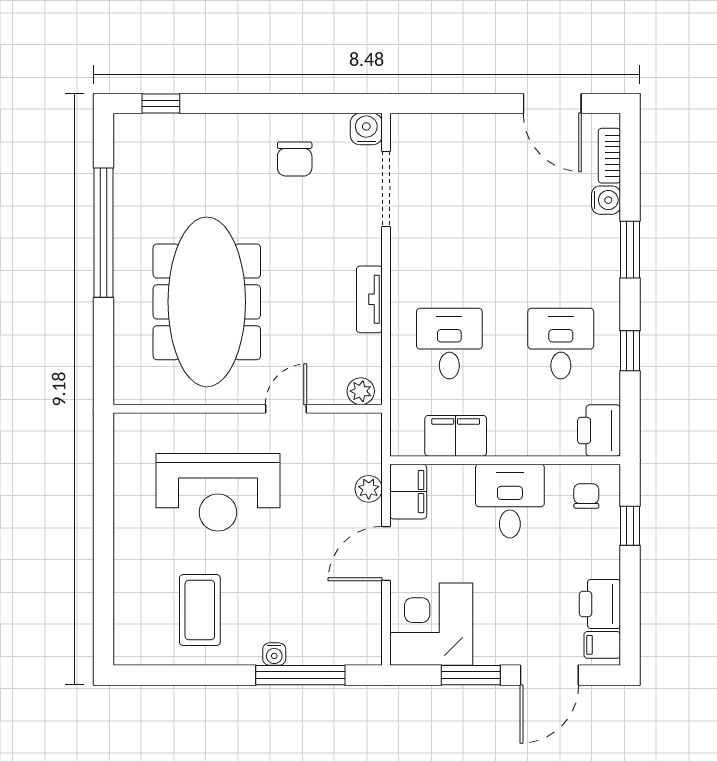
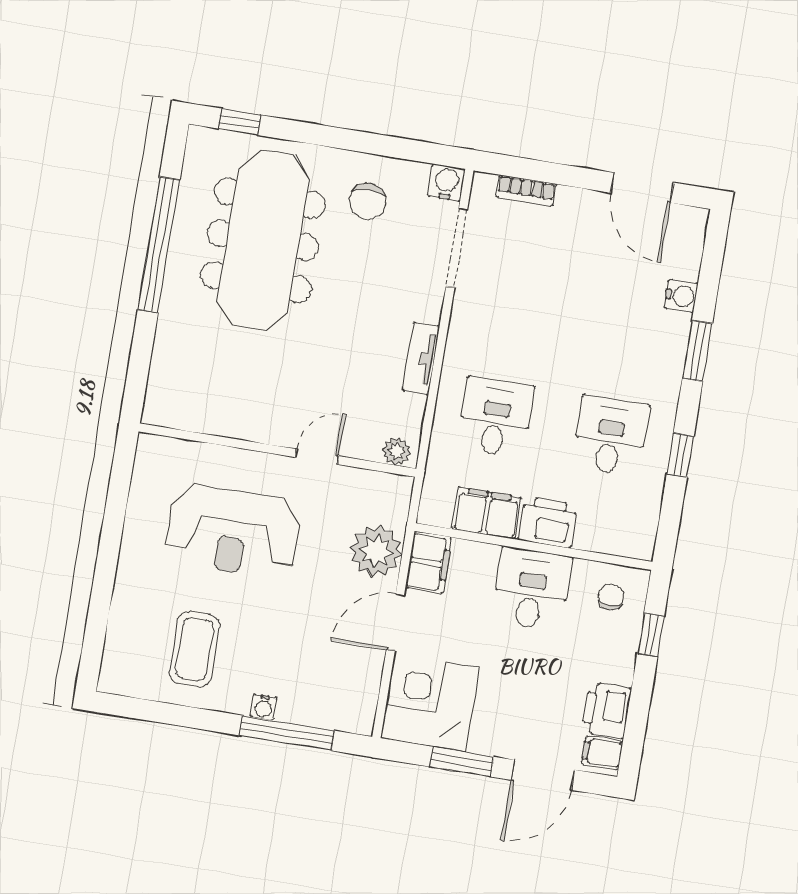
bookcase: (609, 156) -> (526, 191), moved, turned -90
meeting table: (207, 302) -> (263, 240), moved
printer: (599, 431) -> (548, 522), moved, turned 90
plant: (369, 489) -> (376, 551), width x1.88, depth x1.88

